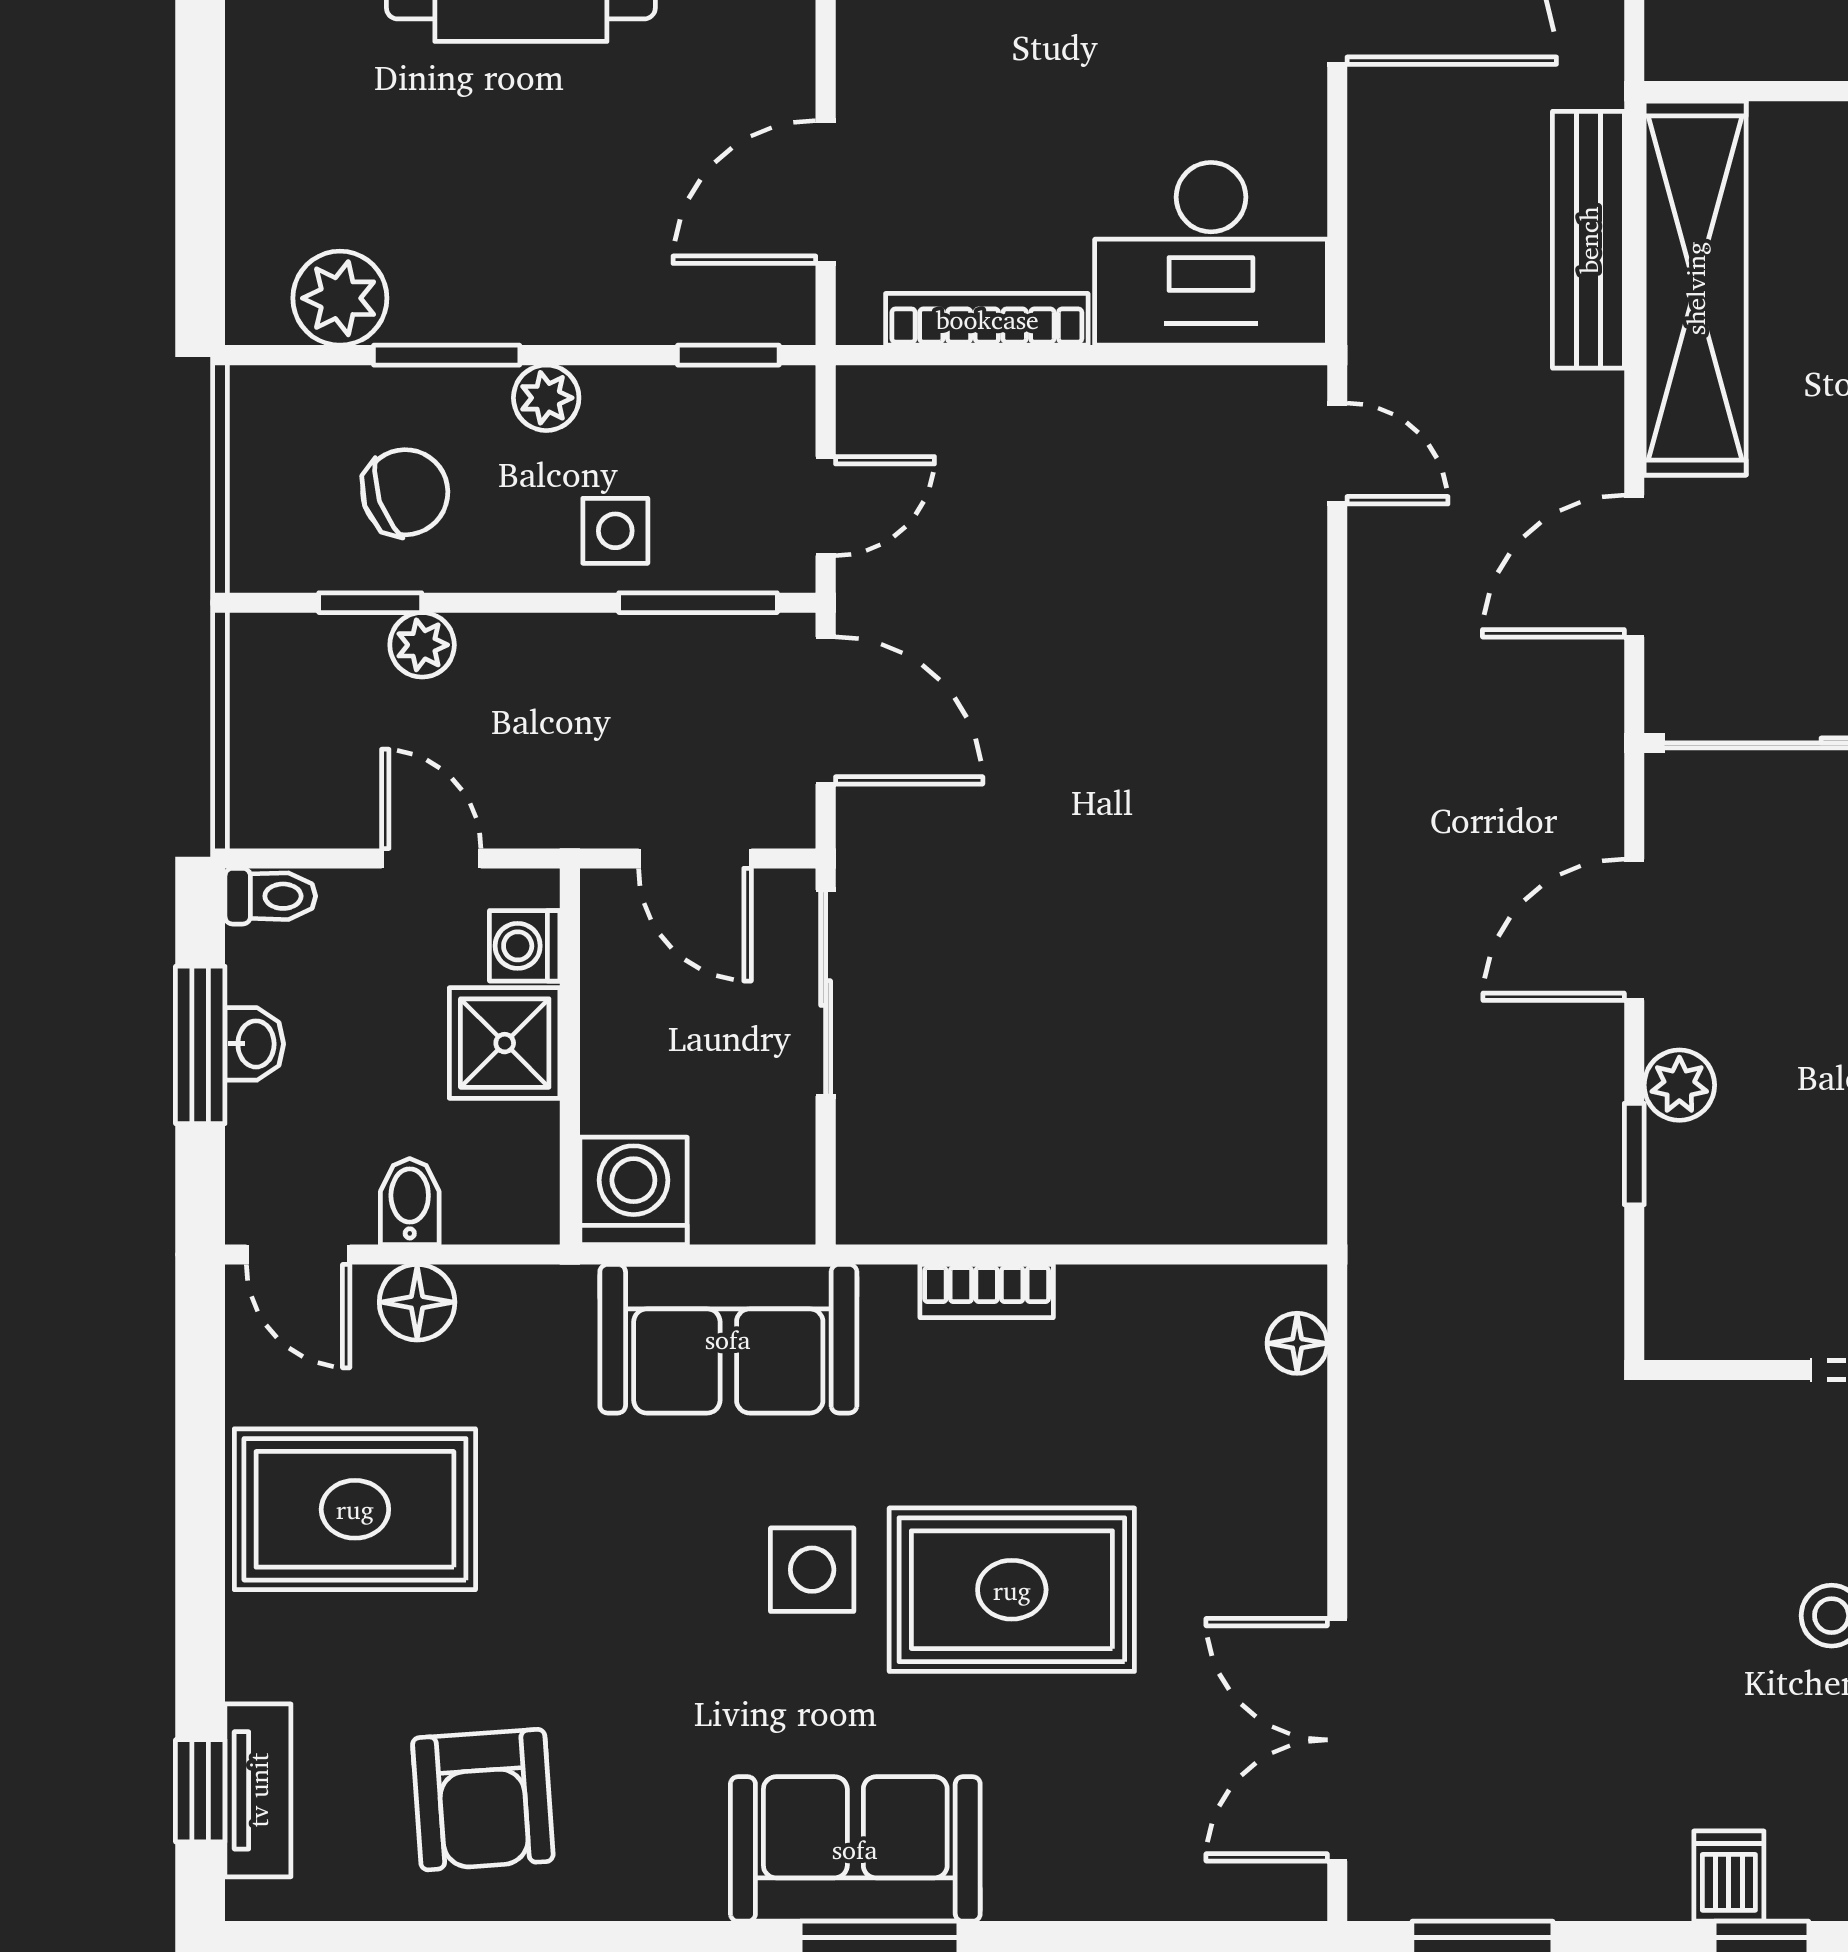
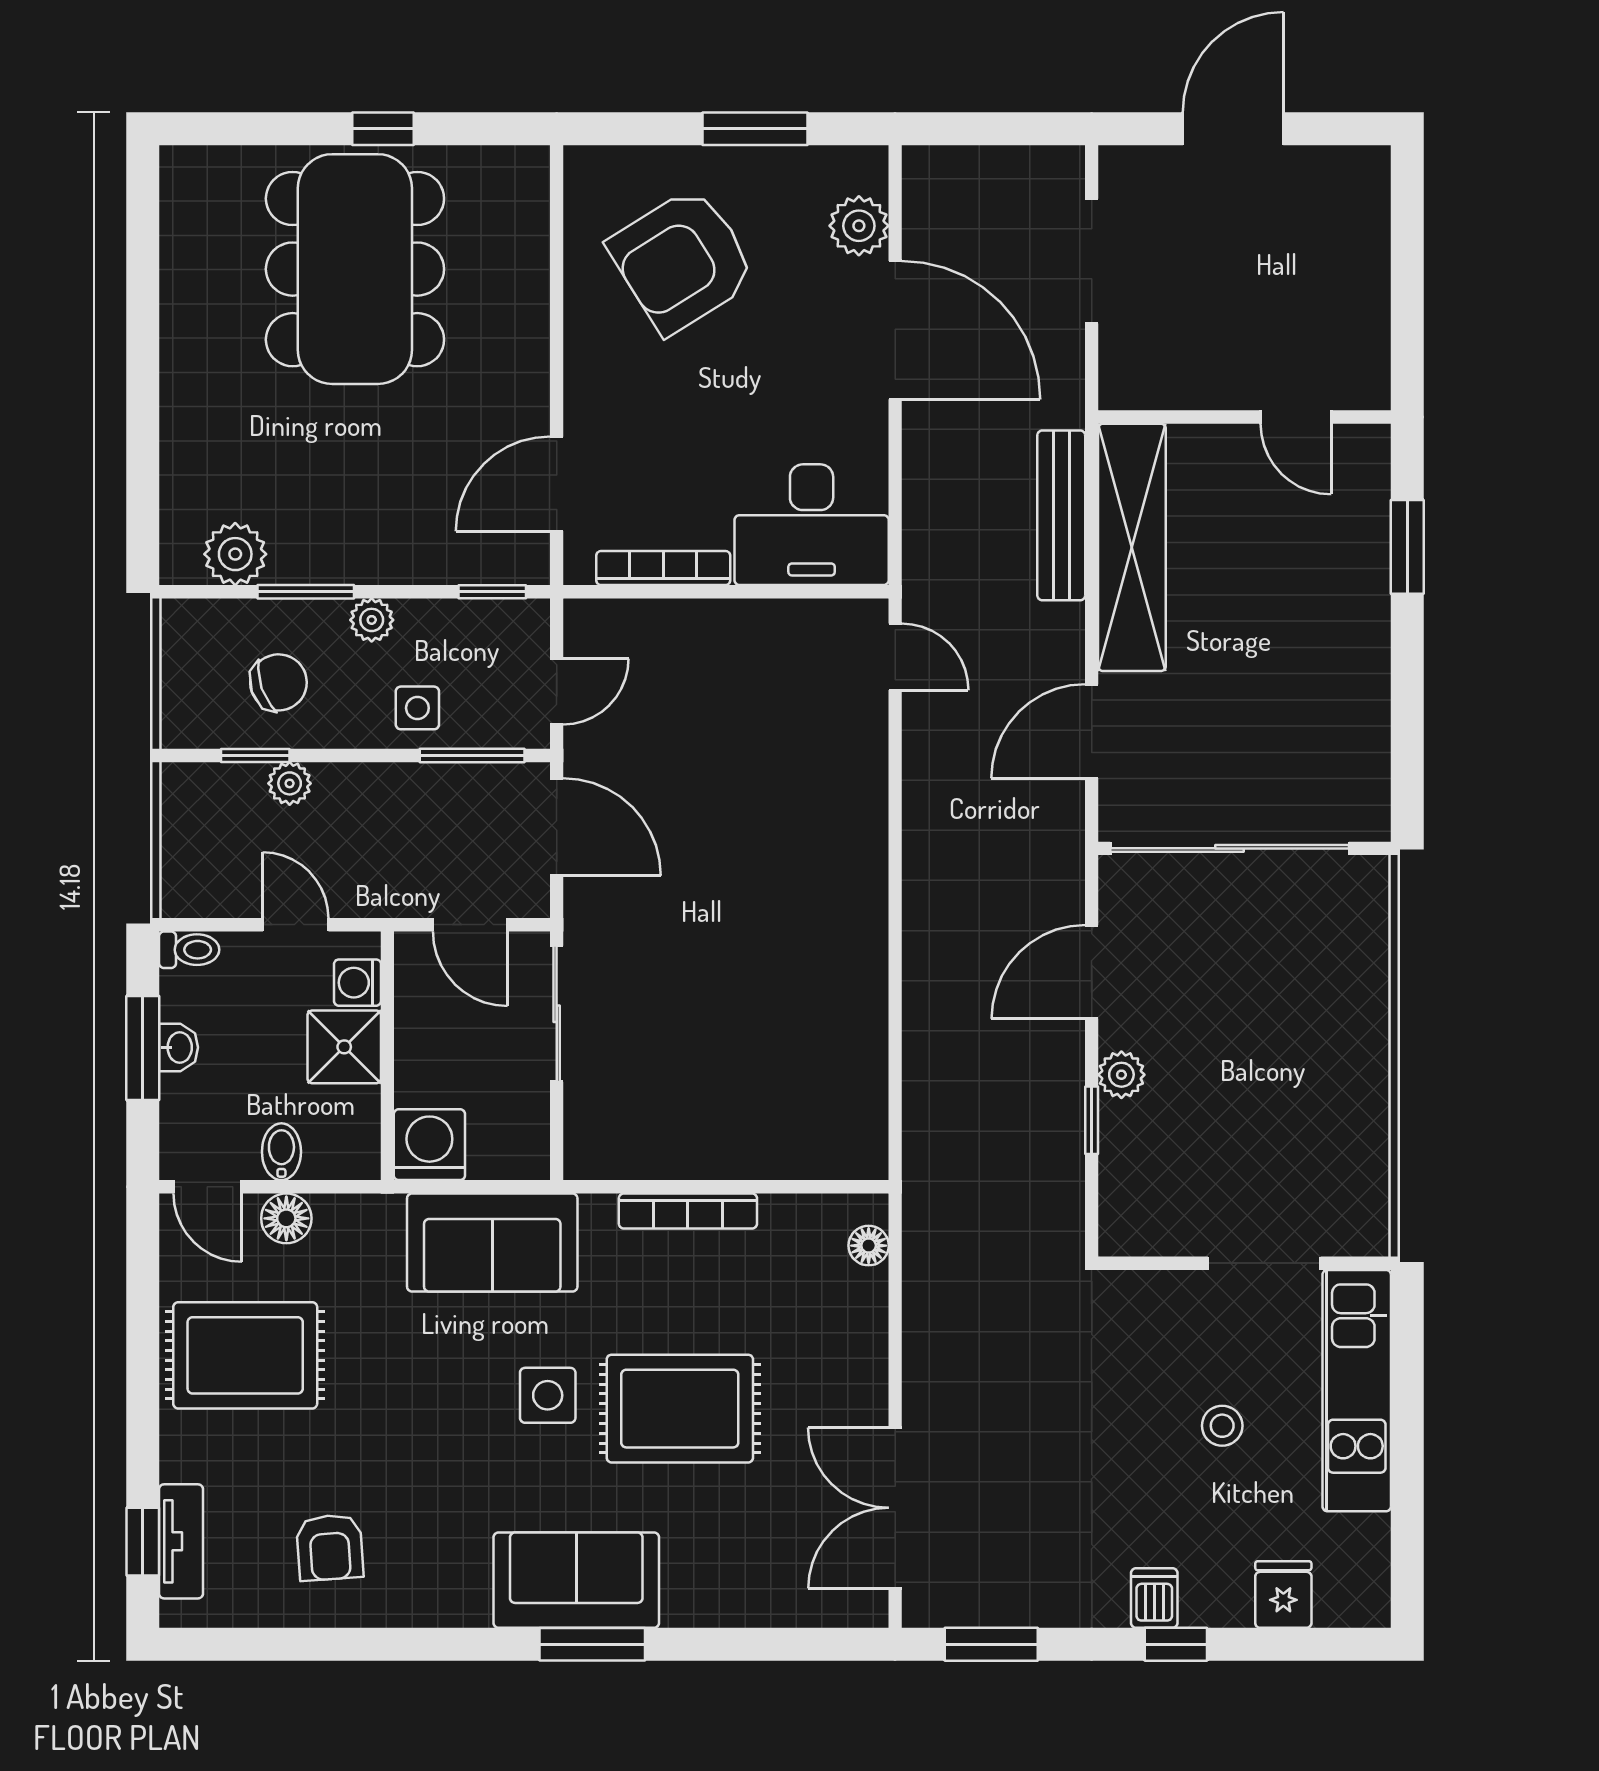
bookcase: (987, 1291) -> (688, 1211), width x1.56
armchair: (483, 1800) -> (330, 1547), width x0.72, depth x0.72

